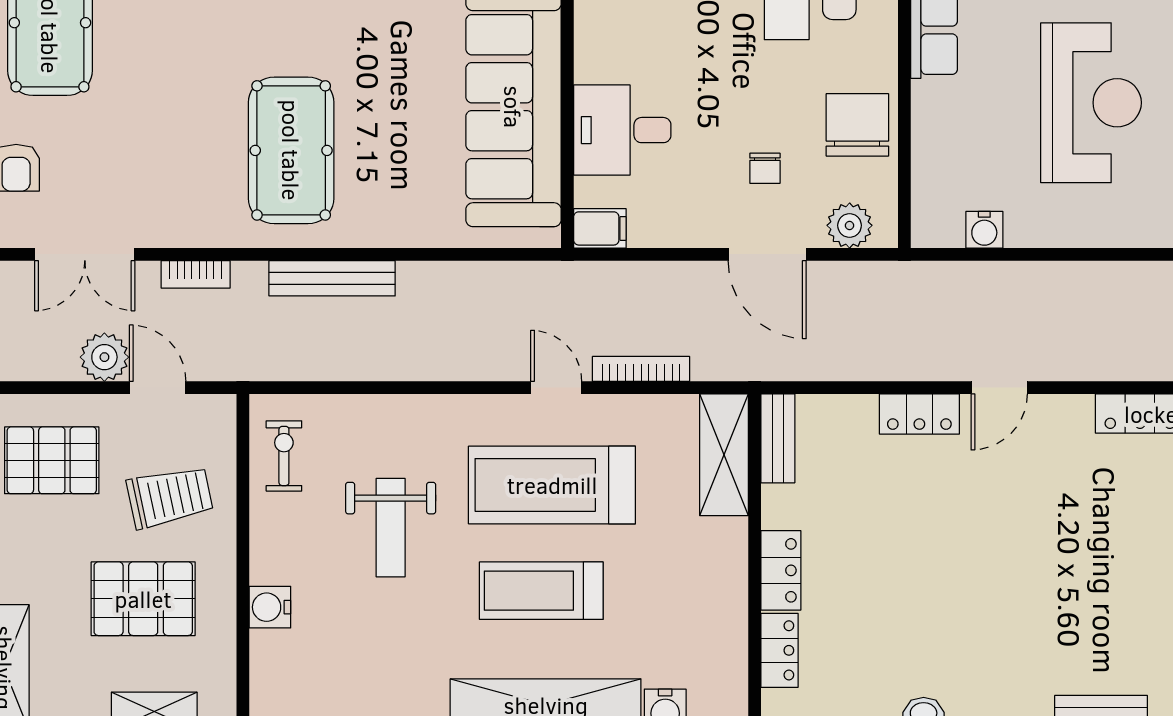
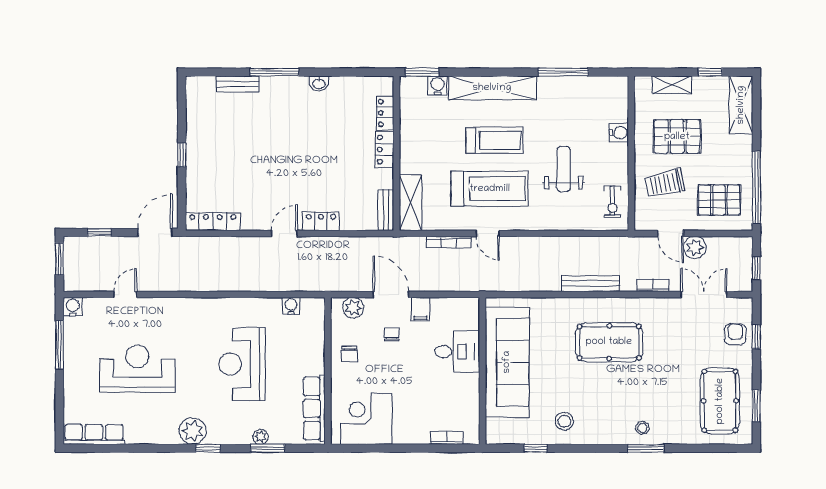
chair: (857, 125) -> (349, 354), width x0.54, depth x0.54
pool table: (291, 150) -> (609, 342), turned 90
filing cabinet: (600, 228) -> (421, 309), moved, turned -90

